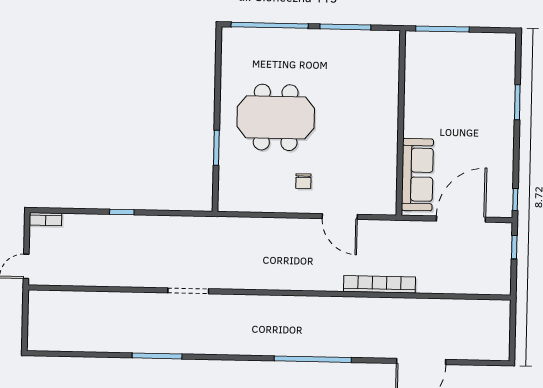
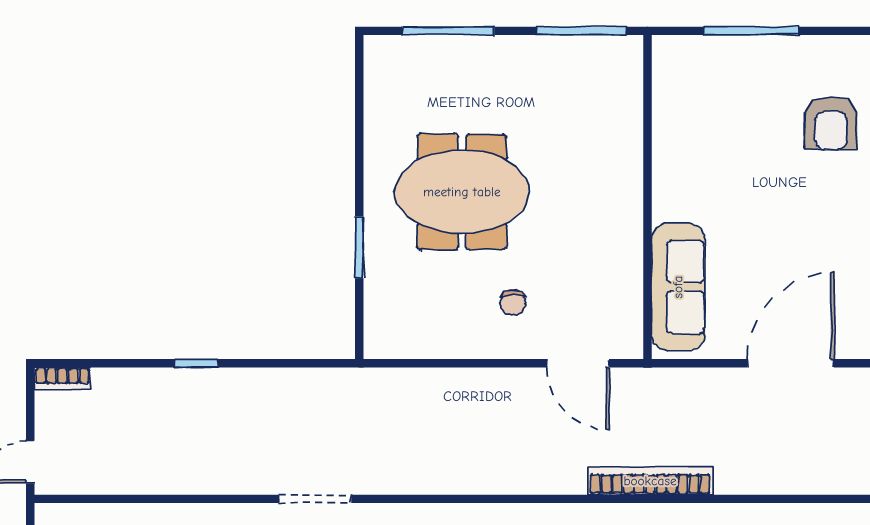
window: (270, 25) -> (448, 31), width x0.68
armchair: (487, 83) -> (831, 123), added
wall: (401, 123) -> (647, 197), moved
sofa: (417, 175) -> (678, 287), moved

